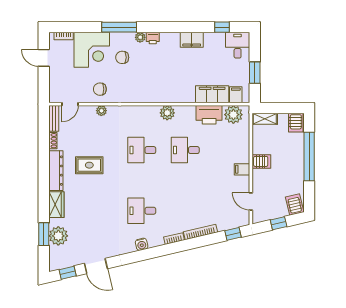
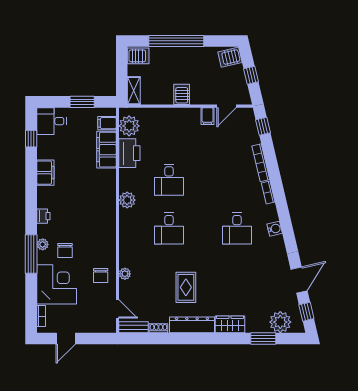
plant: (140, 37) -> (43, 244), moved
filing cabinet: (242, 169) -> (208, 116), moved
plant: (58, 236) -> (280, 322), moved

